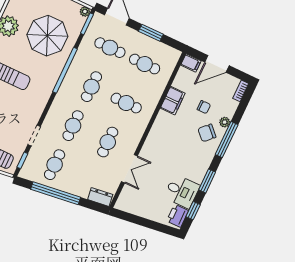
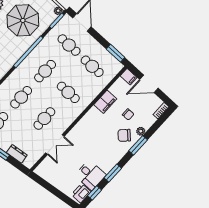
window: (151, 33) -> (115, 53), moved
window: (227, 140) -> (138, 145), width x0.69
dresser: (100, 197) -> (17, 154), moved

